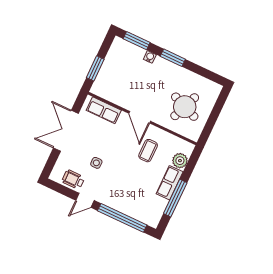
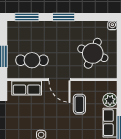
water cooler: (150, 57) -> (112, 25), moved
cafe table: (122, 85) -> (32, 60), added

